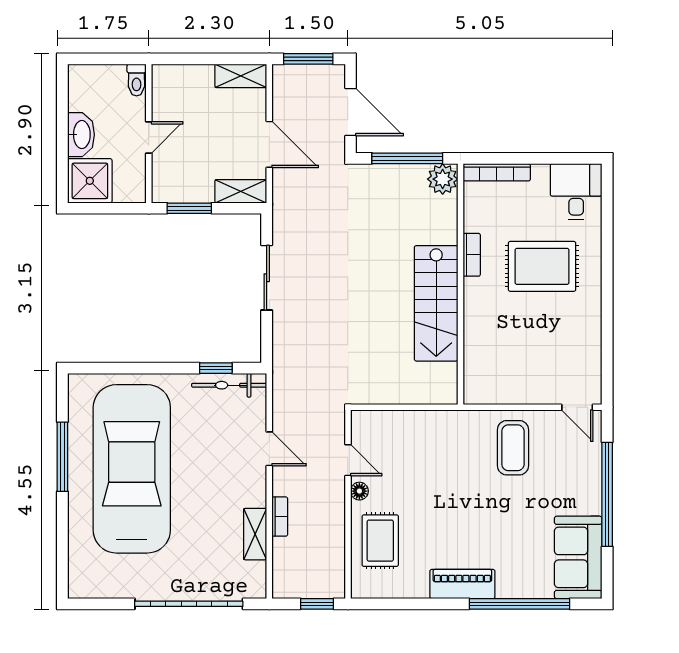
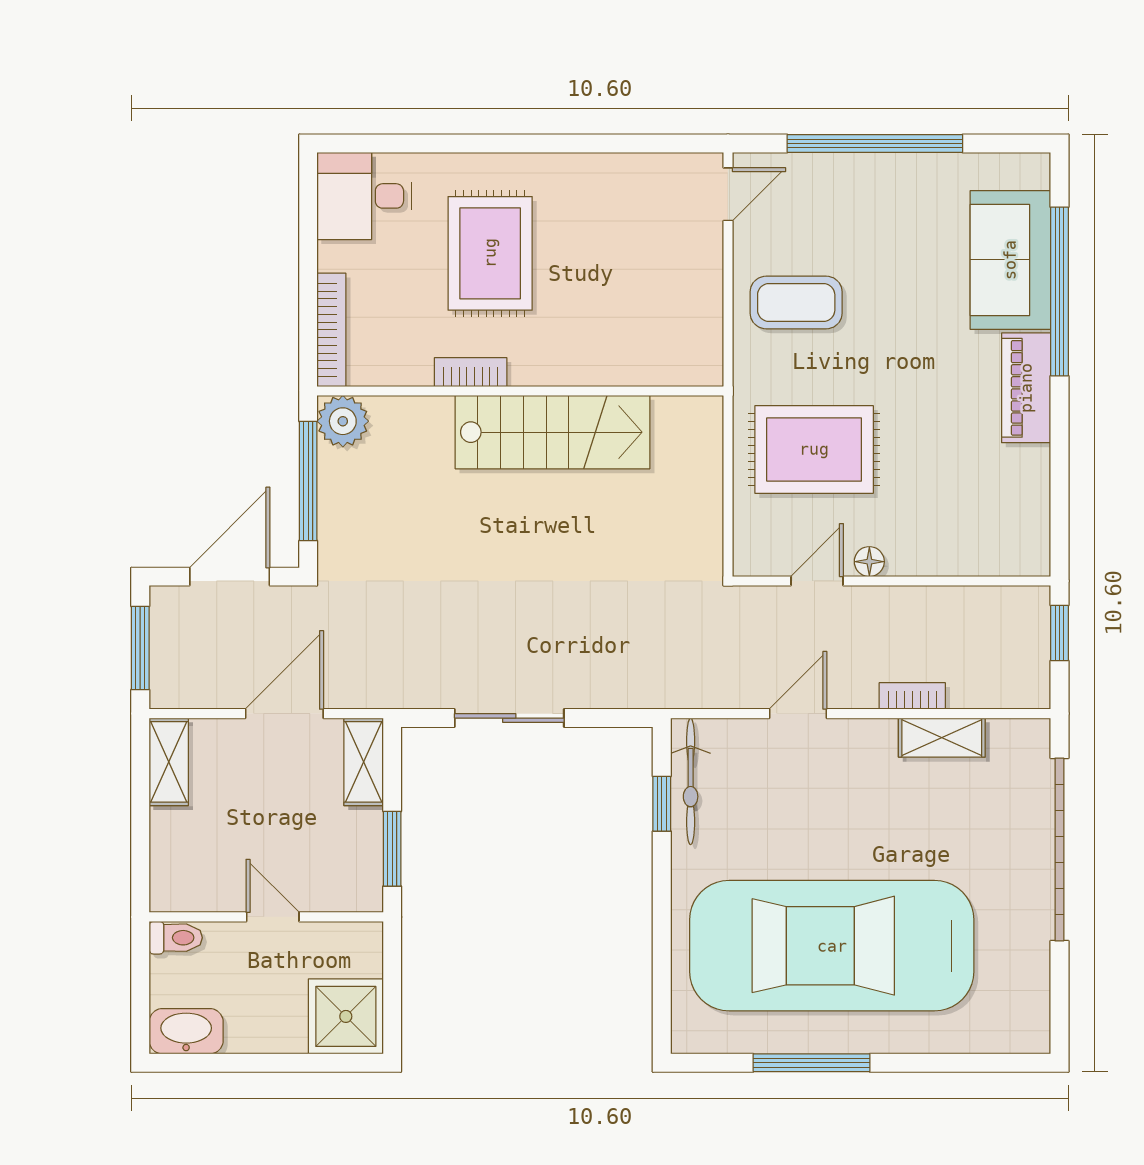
washbasin: (81, 135) -> (186, 1031), moved
rug: (380, 541) -> (814, 449), moved, width x1.36, depth x1.43
sofa: (578, 557) -> (1010, 260), moved, turned 90

